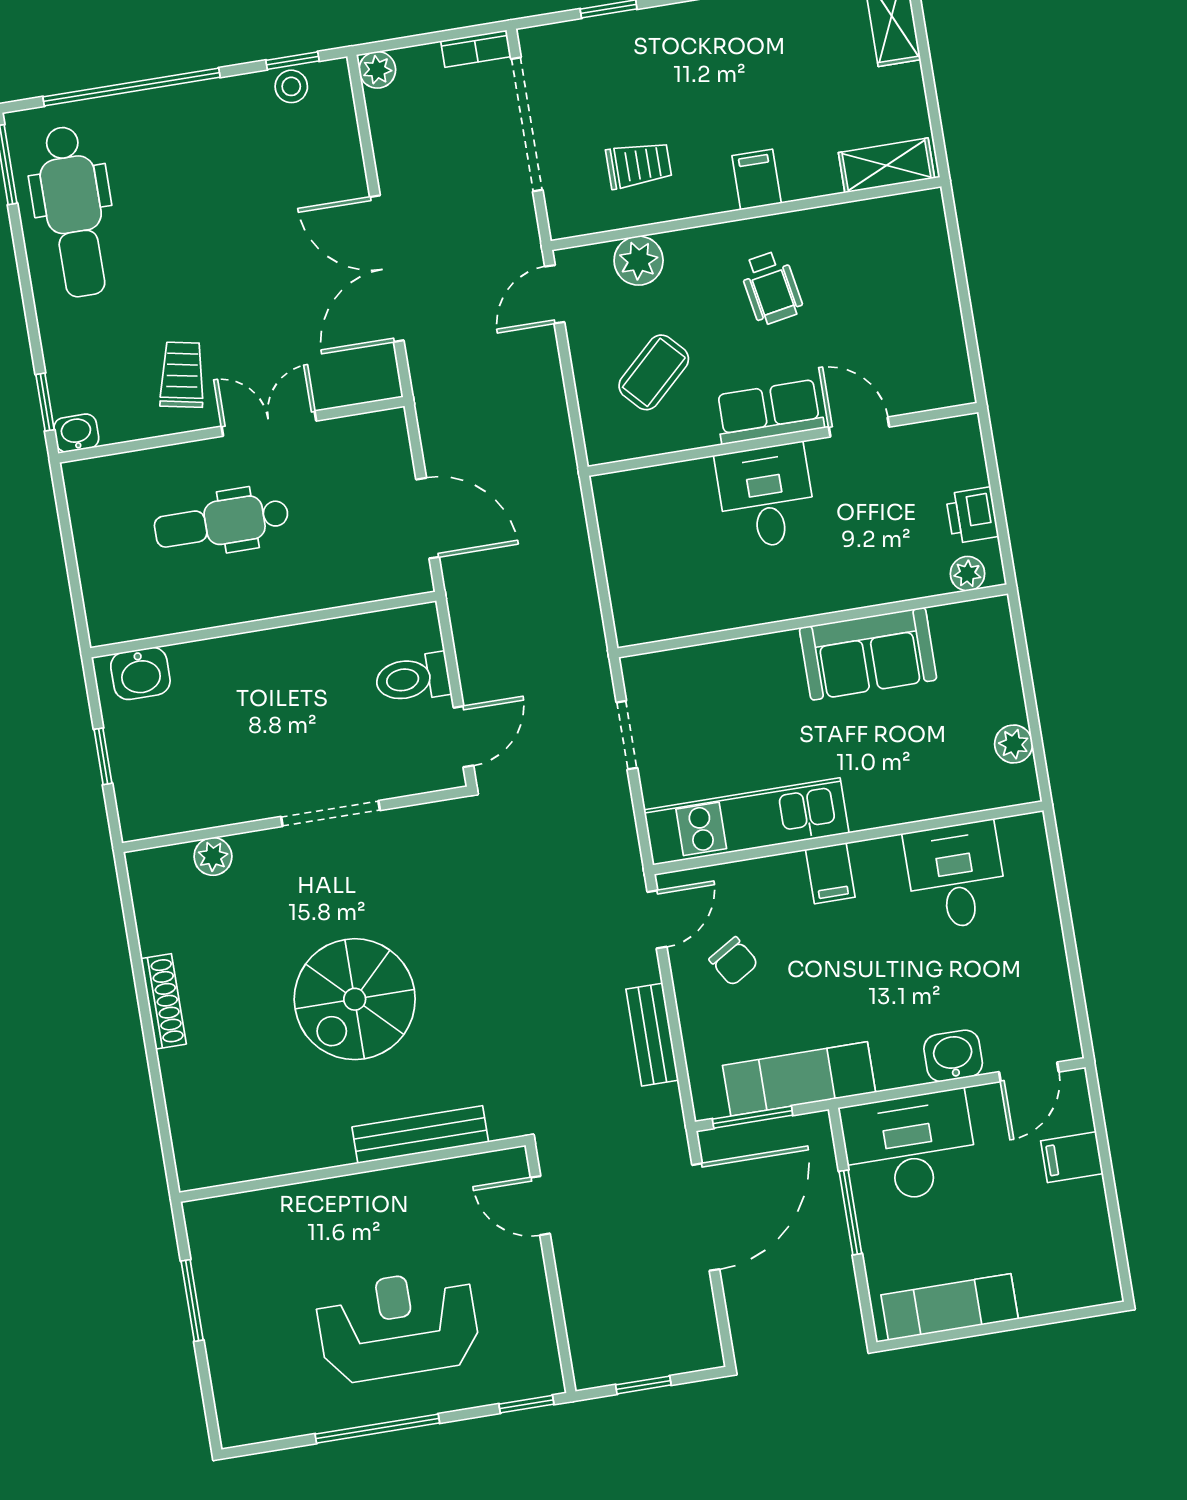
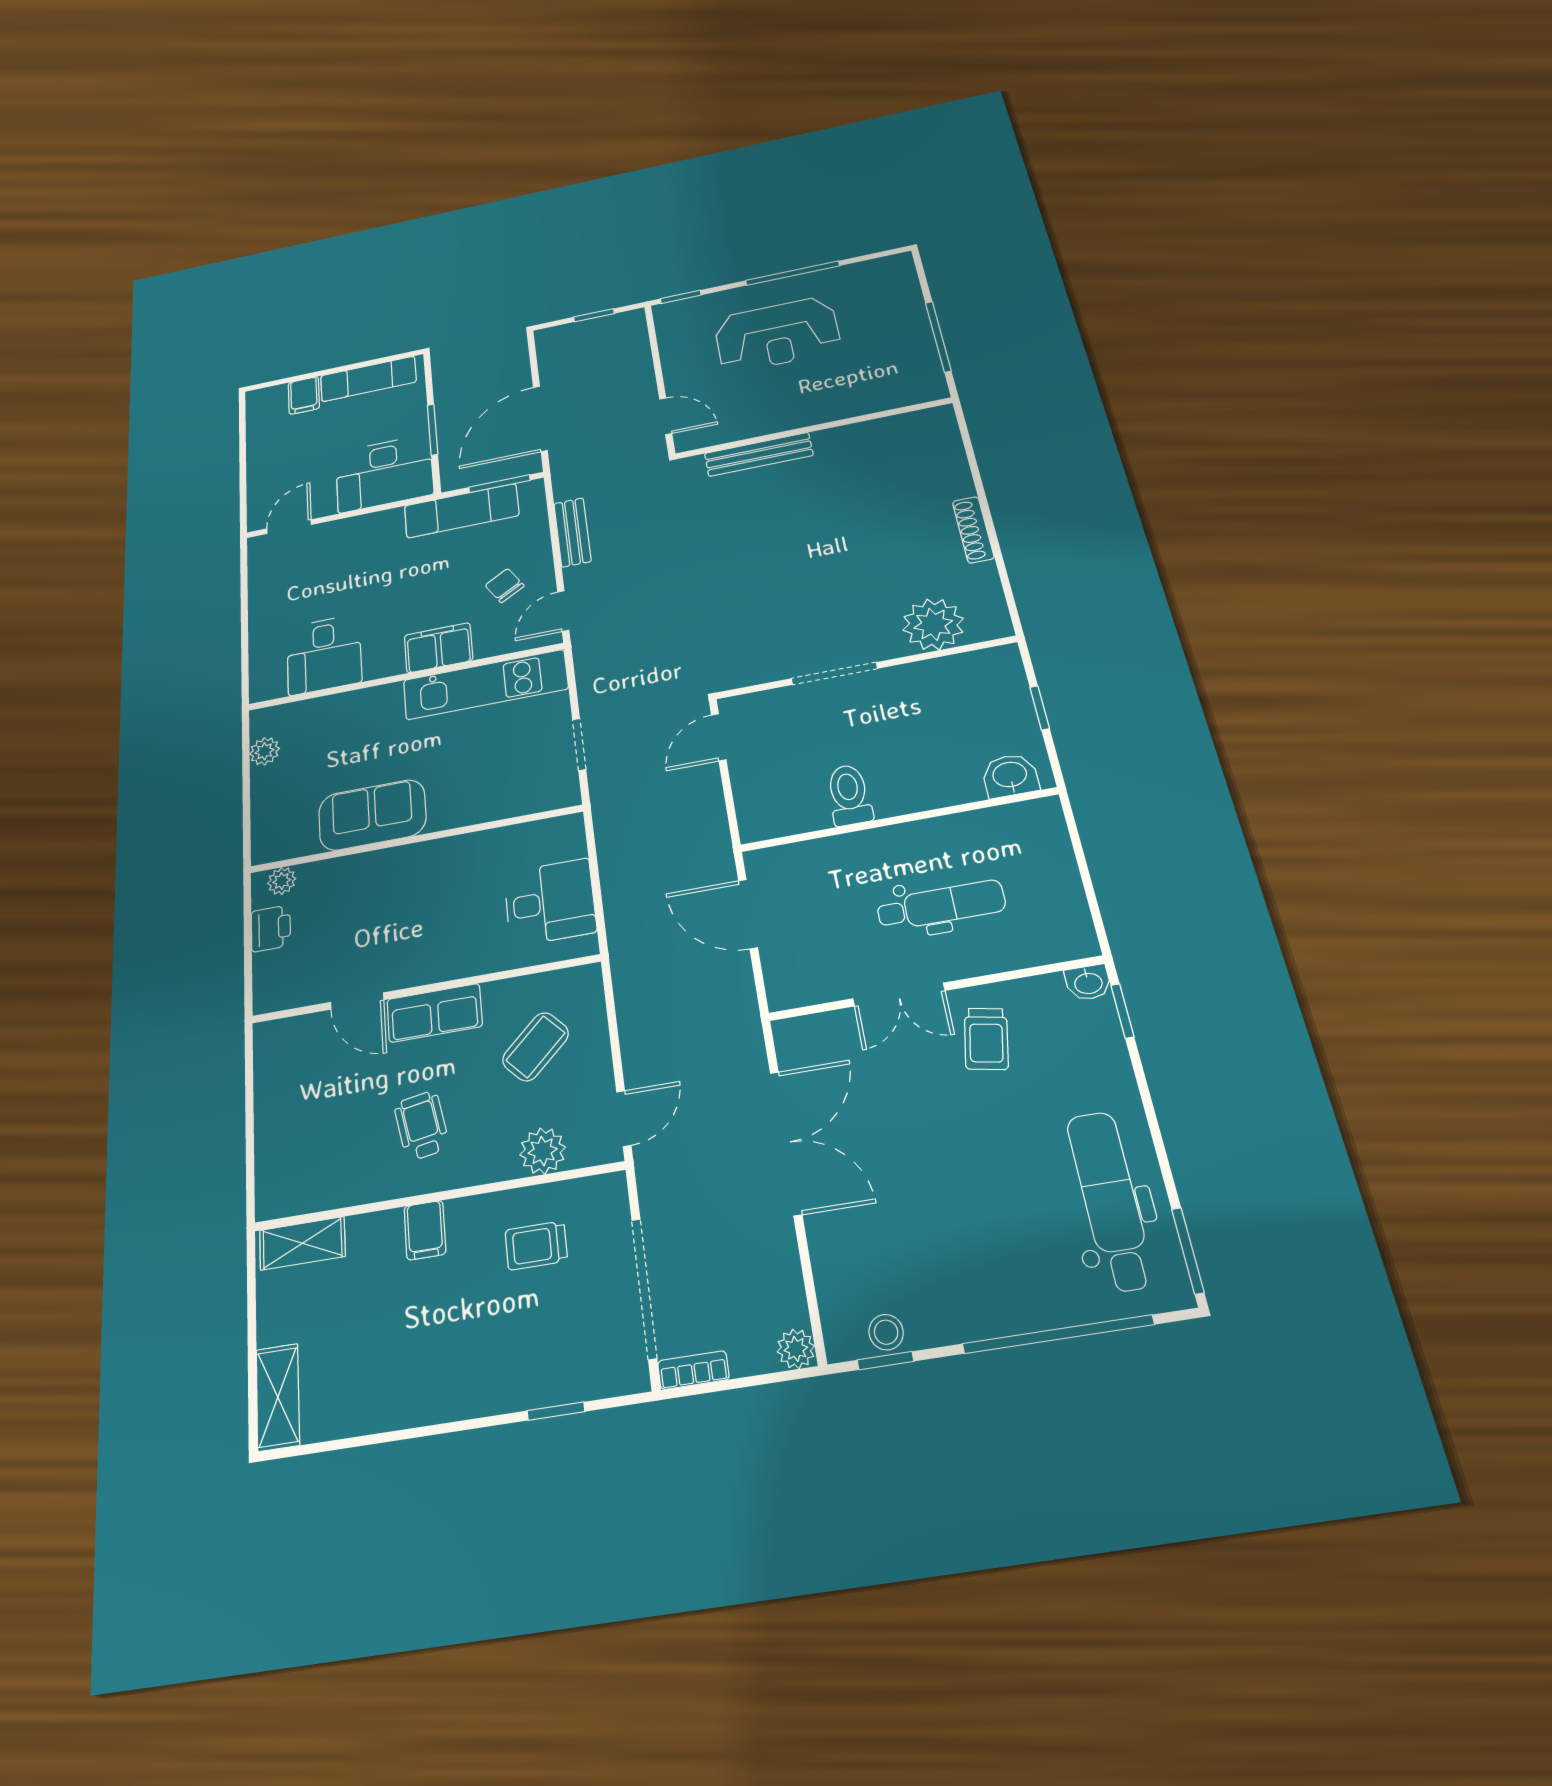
desk: (766, 496) -> (550, 902), moved, turned -90
toilet: (413, 678) -> (849, 795), moved, turned -90
plant: (213, 856) -> (933, 624), width x1.88, depth x1.88
filing cabinet: (830, 873) -> (438, 648), width x2.00
spiral stairs: (355, 999) -> (812, 541), removed
washbasin: (953, 1056) -> (344, 533), removed
filing cabinet: (1072, 1157) -> (304, 395), moved, turned 90
window: (192, 1301) -> (938, 337), width x1.44

